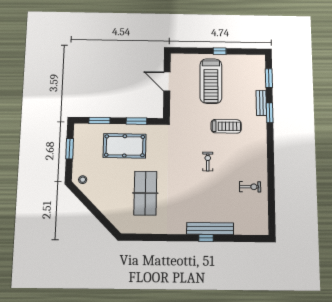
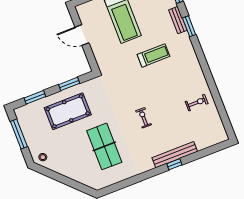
window: (70, 149) -> (19, 134), width x1.44
exercise bike: (208, 161) -> (144, 118), moved

